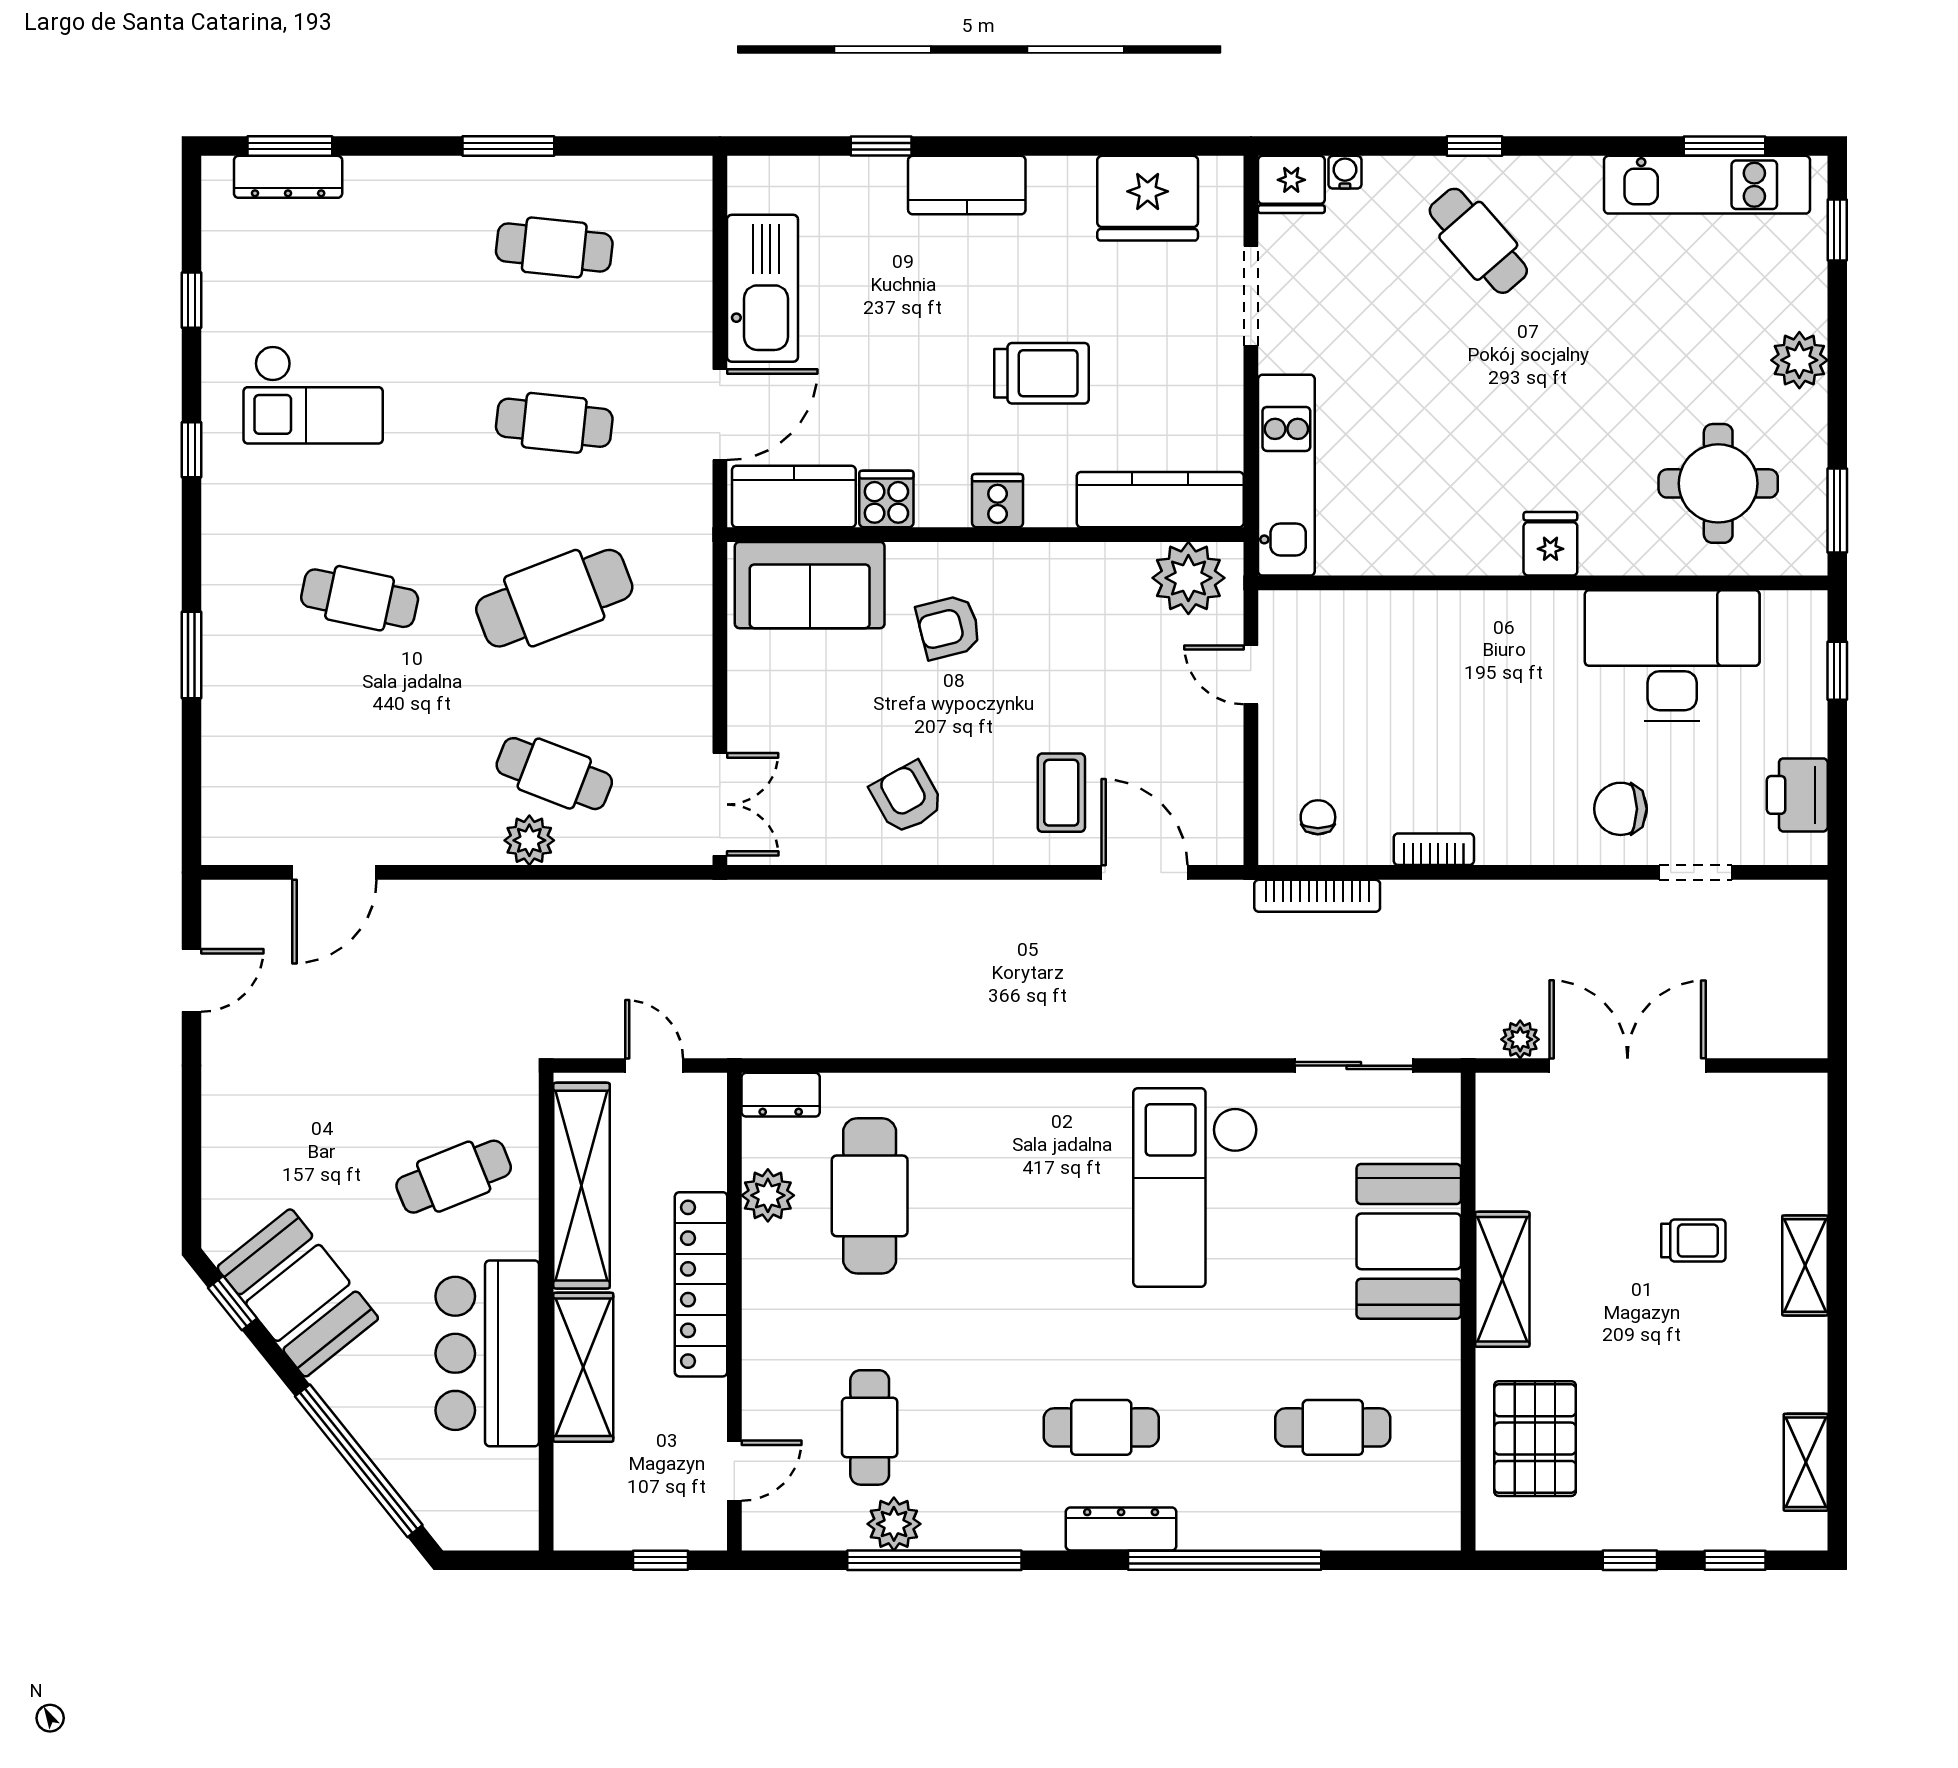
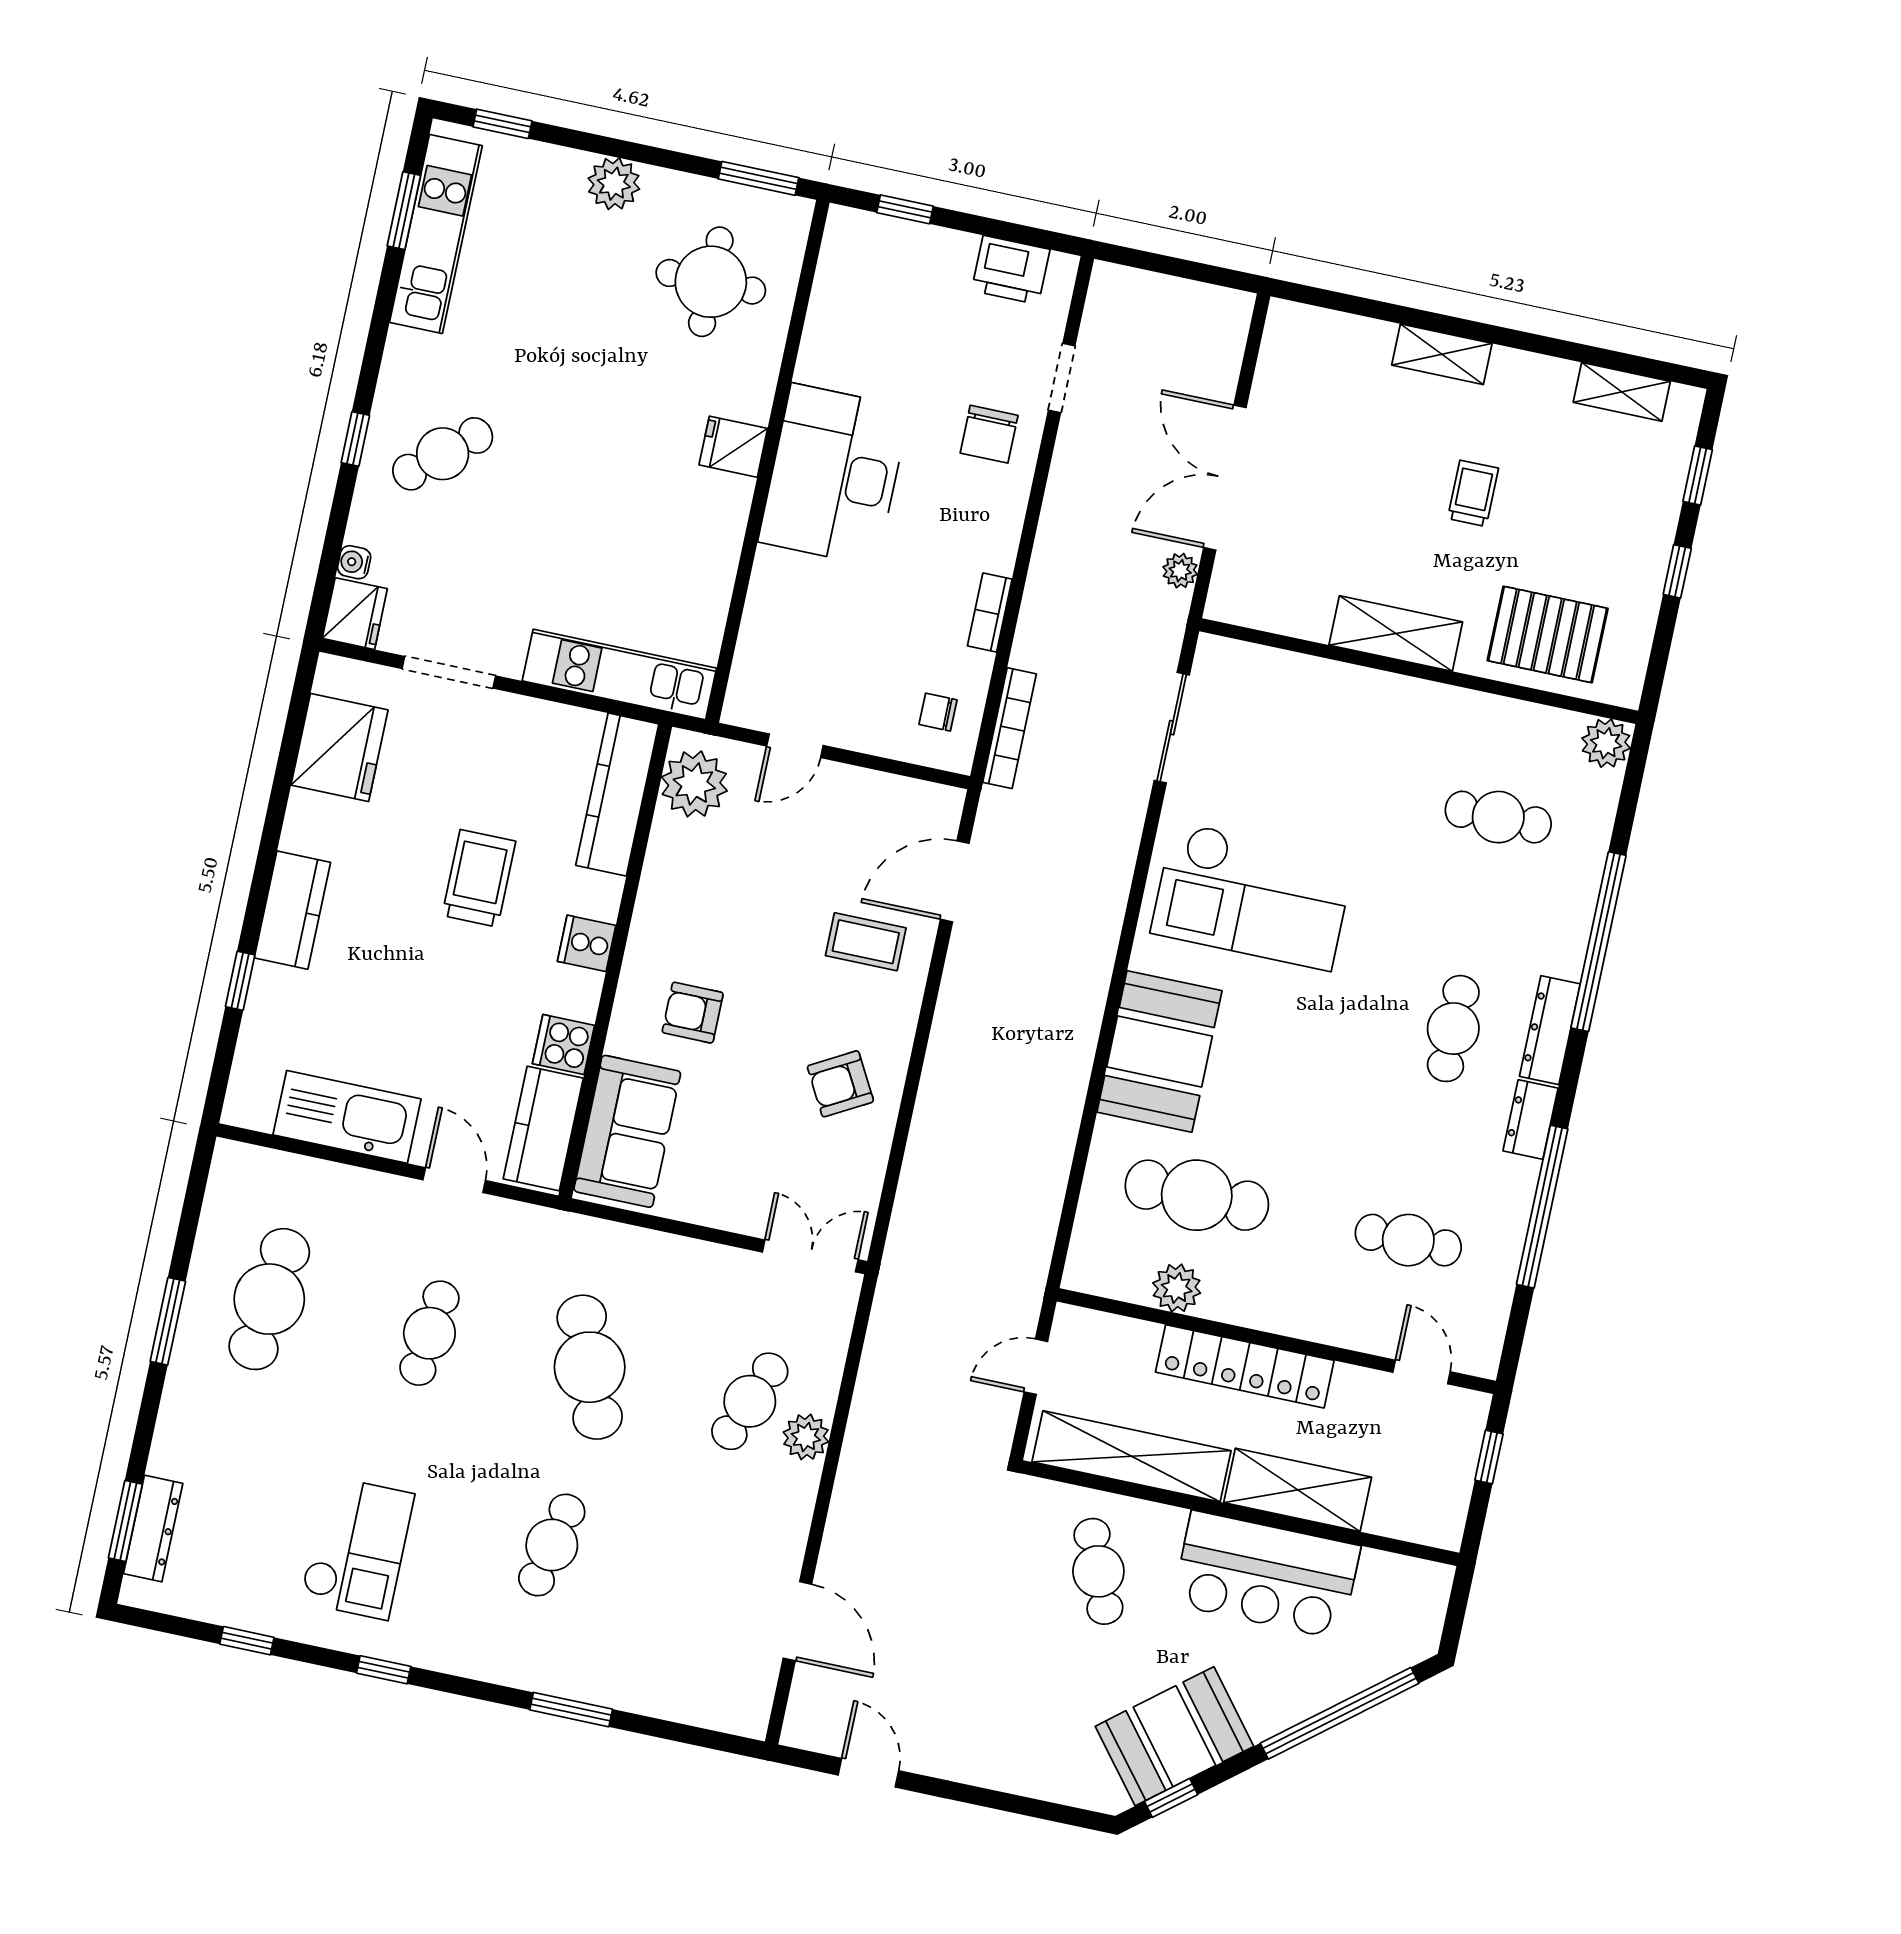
cafe table: (554, 247) -> (269, 1299), width x1.37, depth x1.35
door: (720, 415) -> (454, 1180), width x0.73
armchair: (949, 627) -> (693, 1013), turned 104
desk: (1672, 655) -> (834, 475), moved
dresser: (781, 1095) -> (1531, 1120), moved, turned 180
booth: (1409, 1241) -> (1159, 1051), moved, turned 90
trolley: (1693, 1241) -> (1473, 493), moved
cafe table: (1333, 1427) -> (1498, 817), turned 90
plant: (894, 1524) -> (1606, 743), moved

